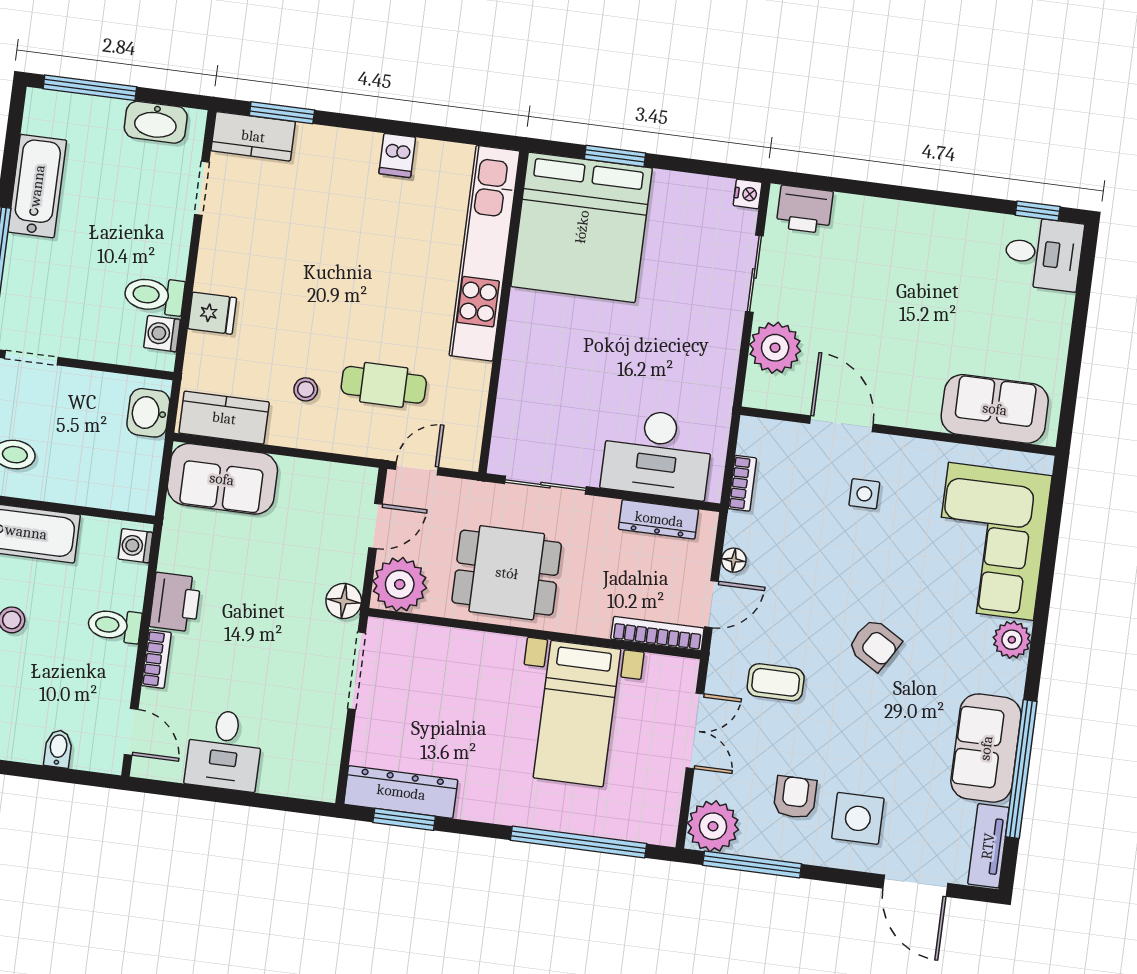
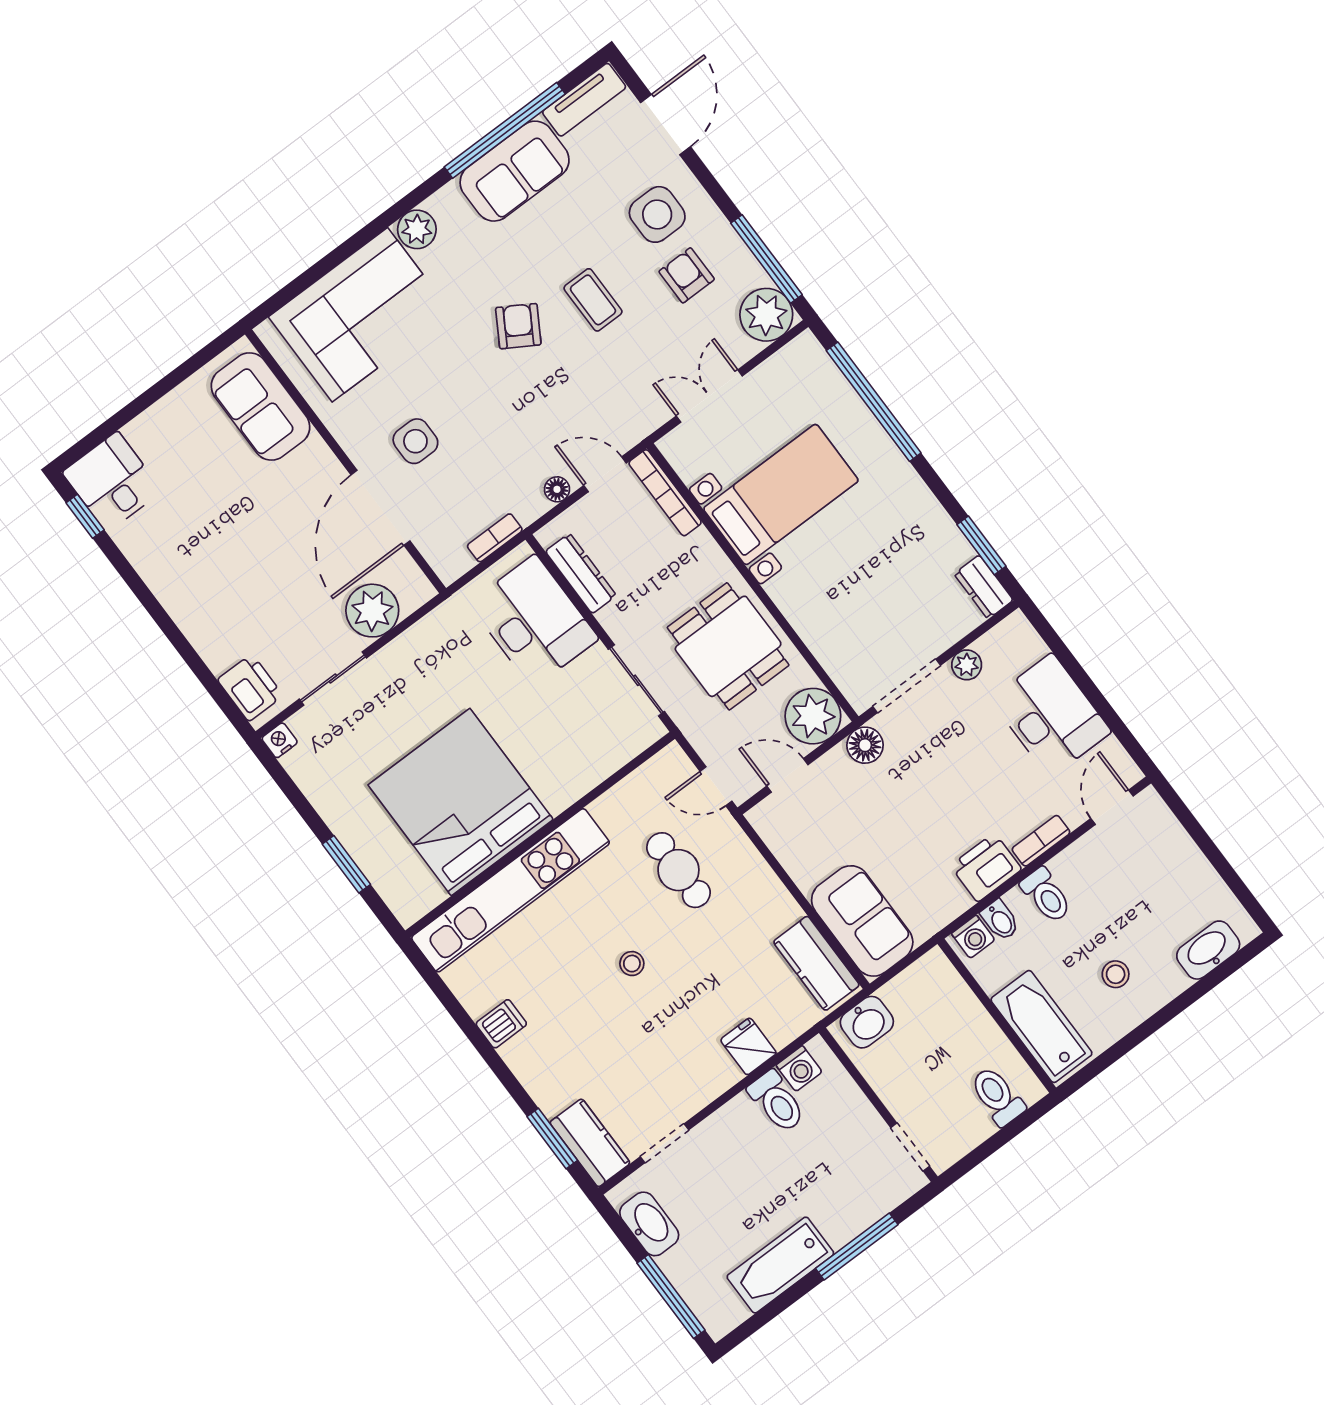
bed: (582, 227) -> (461, 802), moved, turned -90
stool: (306, 389) -> (632, 964), moved
door: (842, 424) -> (381, 508), width x1.36
side table: (864, 494) -> (415, 441), width x1.37, depth x1.37
coffee table: (776, 682) -> (593, 300), moved
plant: (330, 727) -> (967, 665), added
bidet: (58, 749) -> (1000, 920), moved, turned -90
desk: (224, 750) -> (1051, 715), width x1.37
dresser: (401, 792) -> (984, 587), width x0.51, depth x0.80
armchair: (795, 797) -> (687, 275), turned 90

